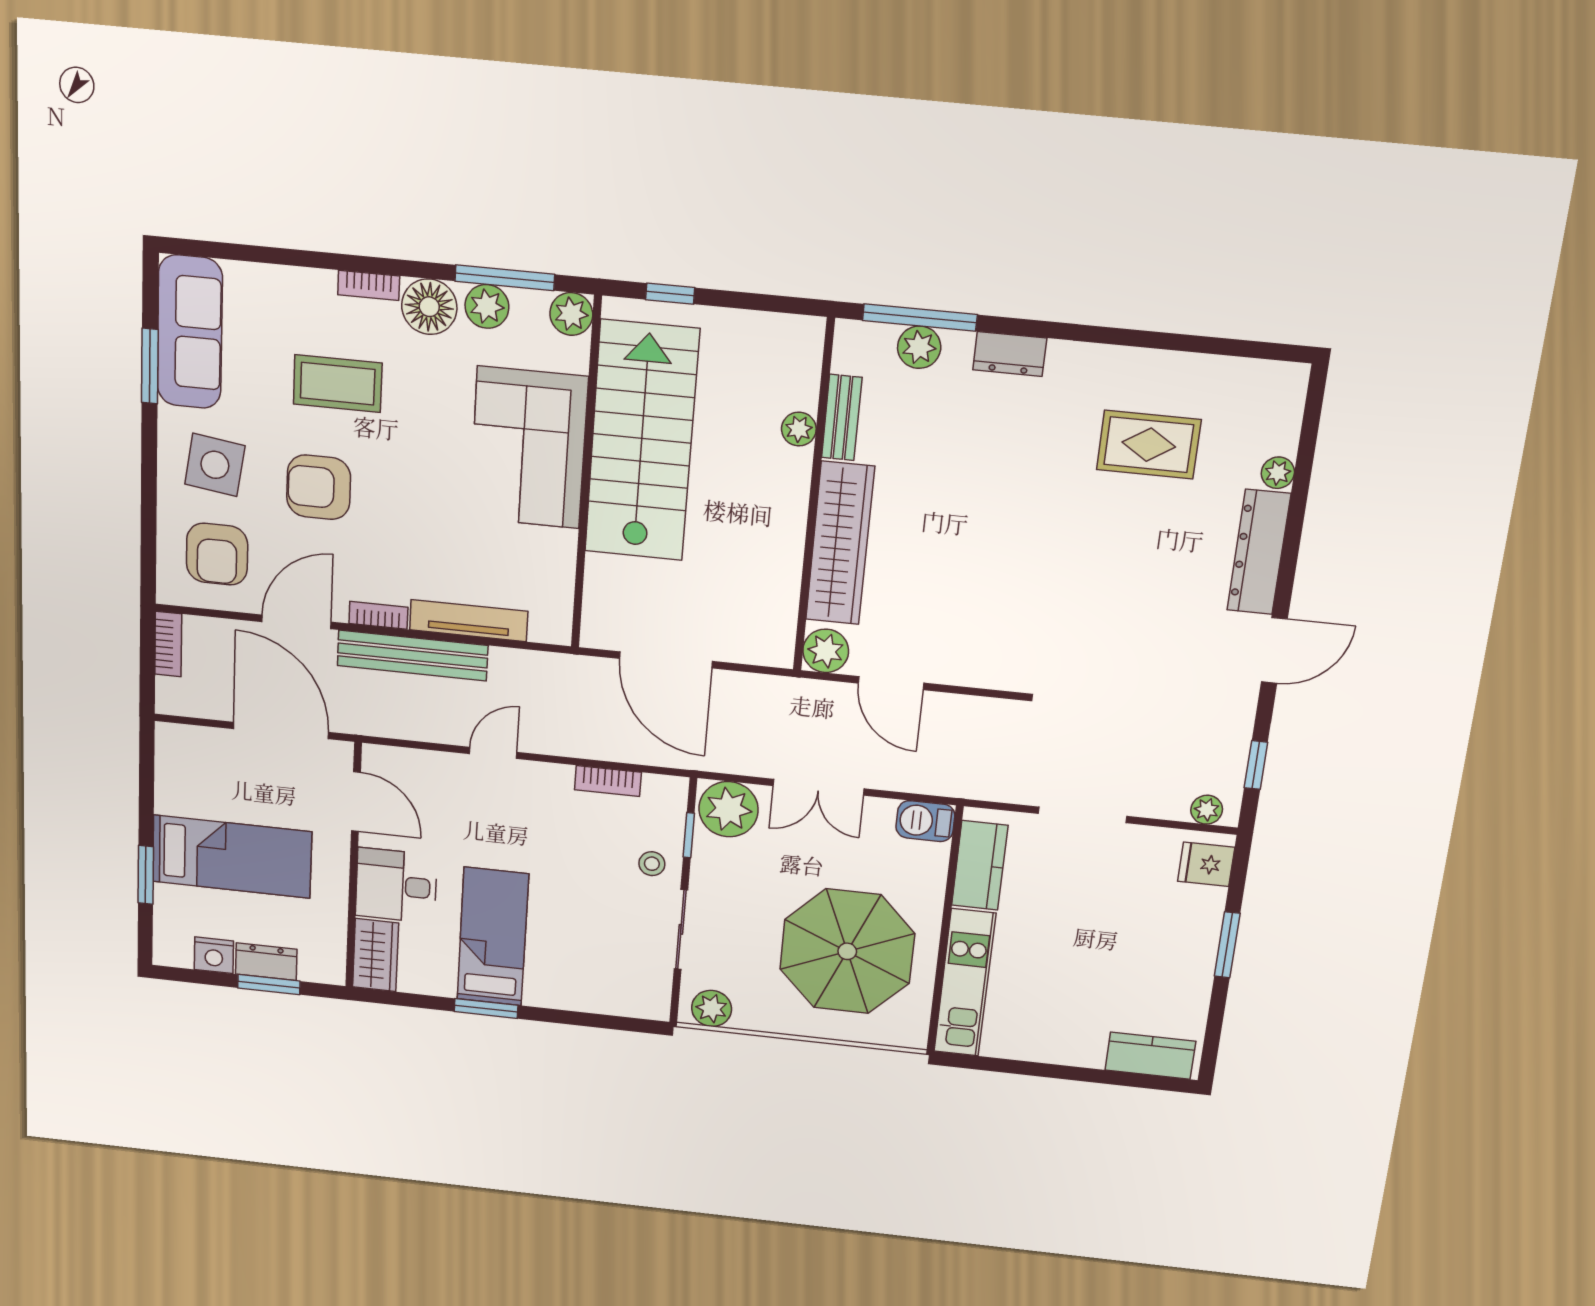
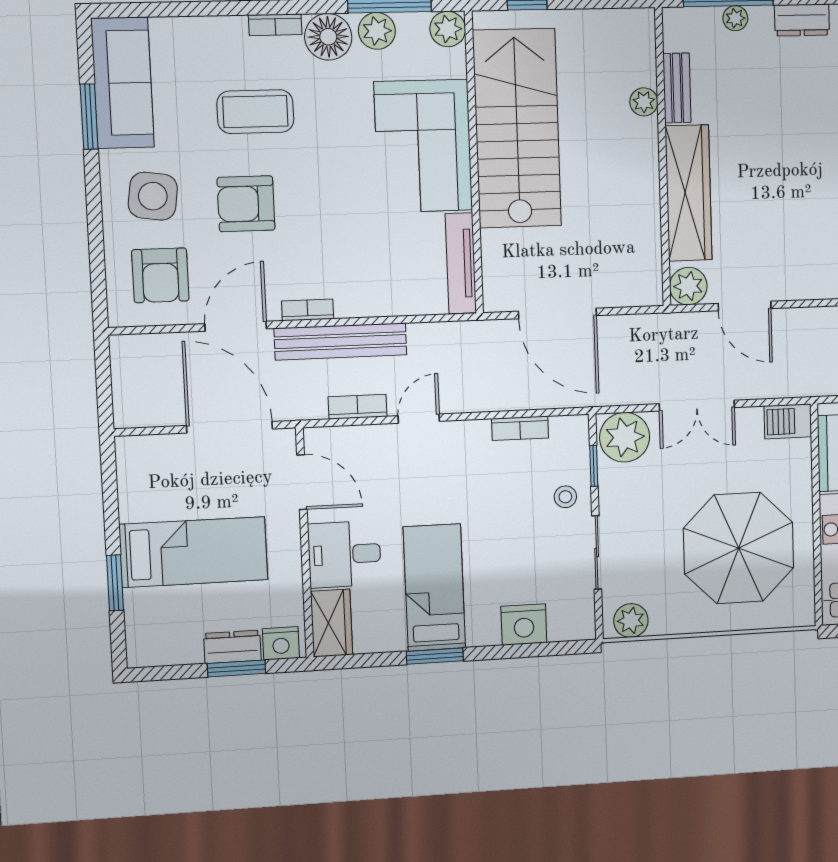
plant: (919, 347) -> (735, 18), width x0.73, depth x0.73
tv unit: (469, 621) -> (461, 263), moved, turned -90
bookcase: (168, 644) -> (357, 407), moved, turned -90
nightstand: (214, 955) -> (281, 643), moved
nightstand: (589, 992) -> (524, 625), added

